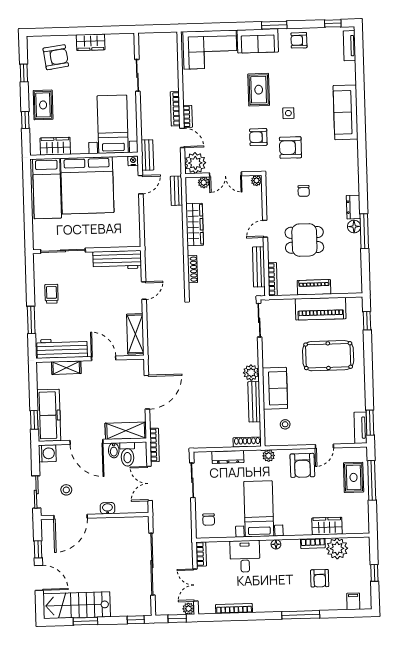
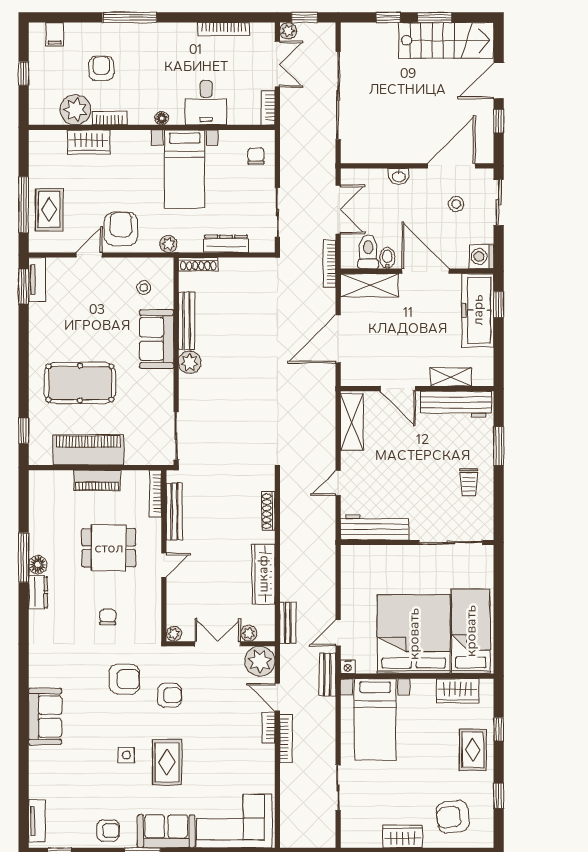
sofa: (346, 112) -> (45, 716), width x0.73
side table: (288, 113) -> (126, 755), moved
door: (39, 578) -> (499, 81), hinge flipped
window: (136, 620) -> (388, 17), moved

